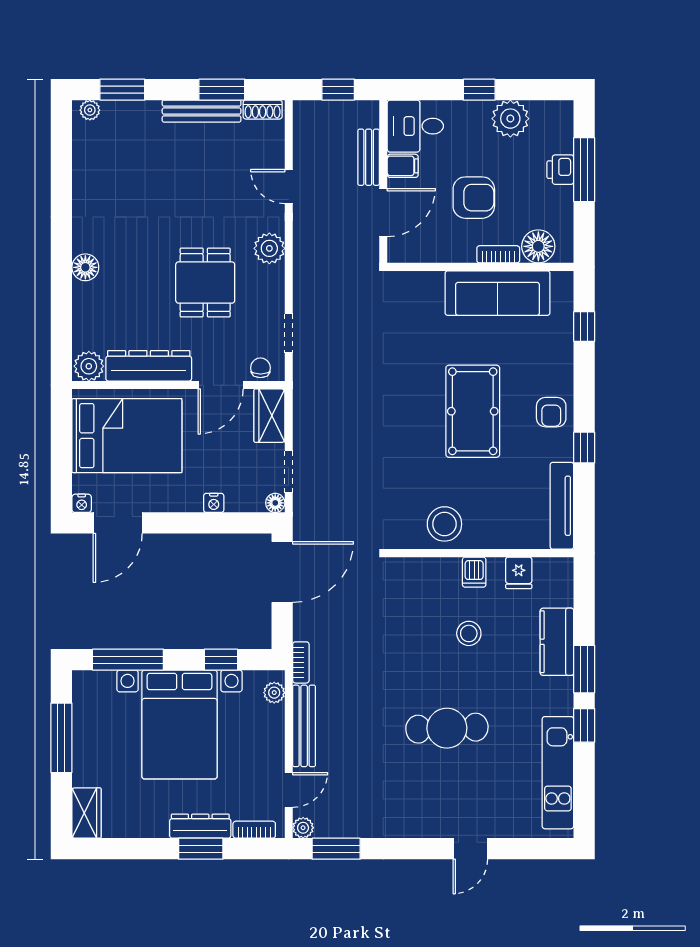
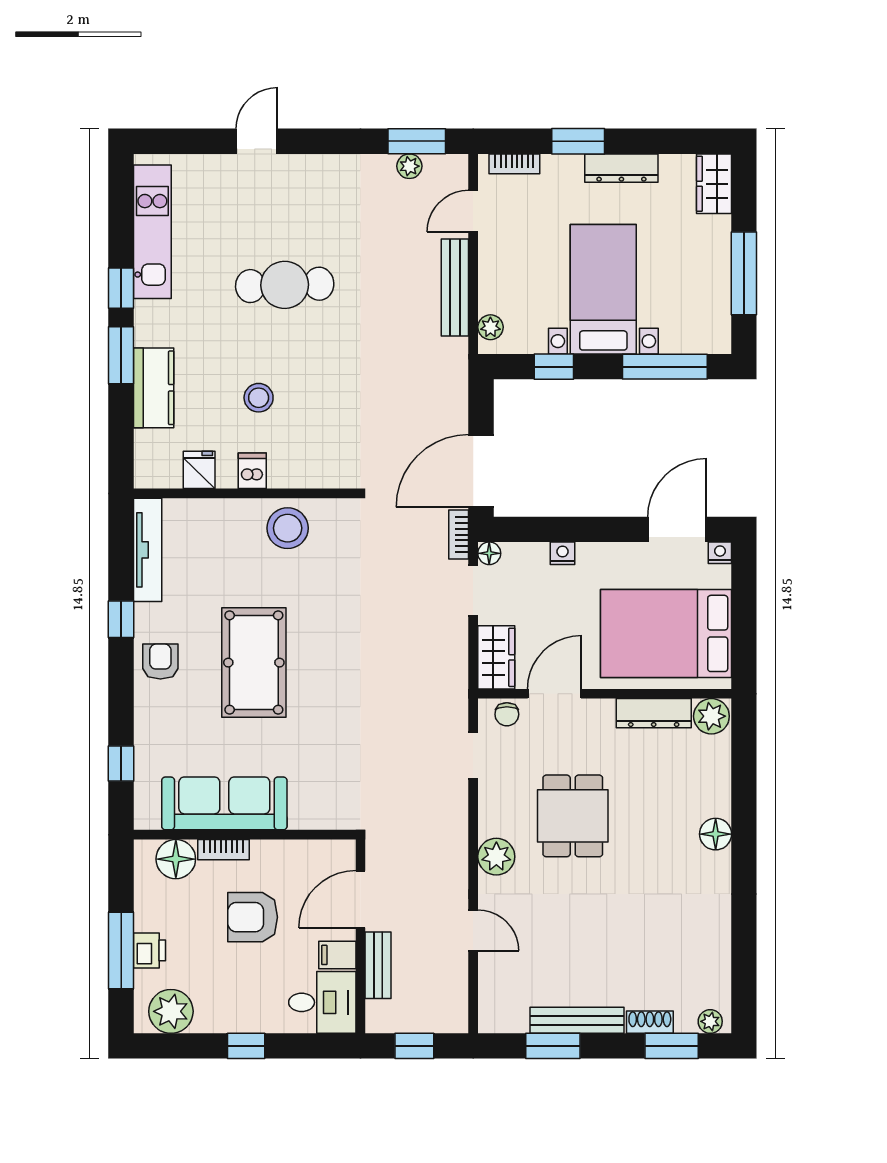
shoe rack: (263, 110) -> (650, 1022), moved
plant: (510, 119) -> (171, 1011), moved
dresser: (149, 366) -> (654, 713), width x0.73, depth x0.80
bookcase: (301, 662) -> (459, 535), moved
bed with nightstands: (179, 725) -> (603, 289), width x0.73
dresser: (200, 826) -> (621, 168), moved
plant: (303, 828) -> (409, 166), moved

